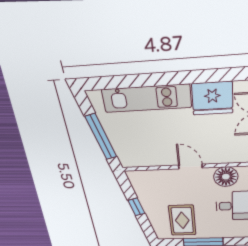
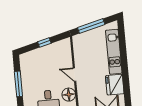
door: (190, 166) -> (75, 75), swing flipped
rug: (182, 220) -> (35, 70), removed

